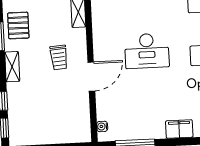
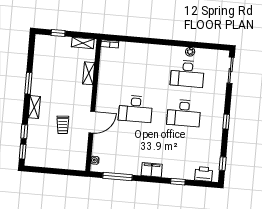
pallet: (18, 25) -> (43, 77), removed
trolley: (59, 57) -> (63, 125), moved

